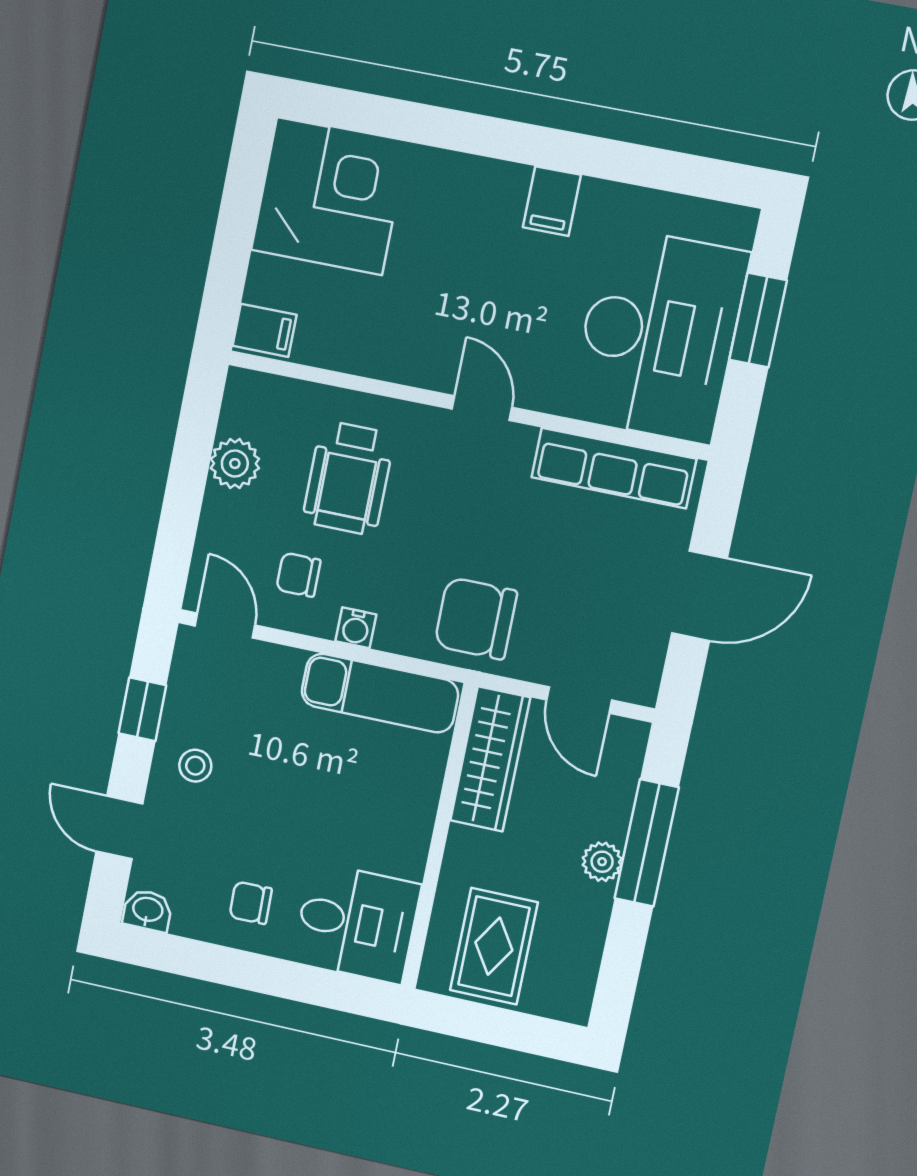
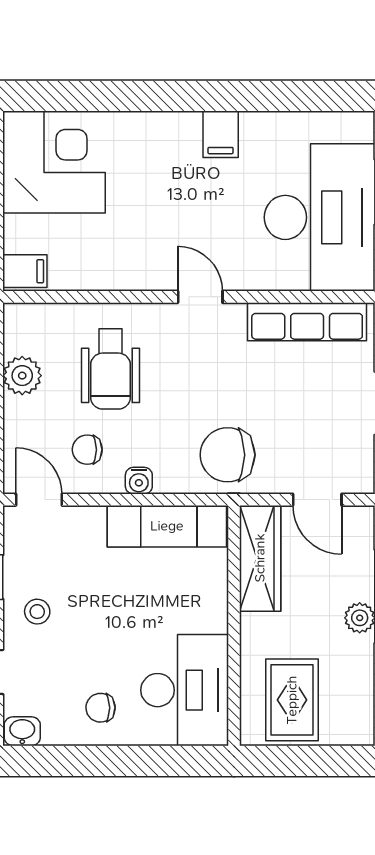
desk: (357, 923) -> (185, 690), width x1.37

